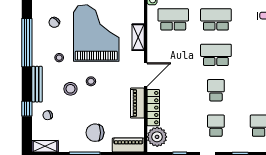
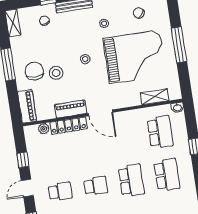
shelving: (138, 37) -> (155, 97), moved
stool: (70, 89) -> (56, 73), moved
plant: (157, 137) -> (44, 129), width x0.53, depth x0.53

